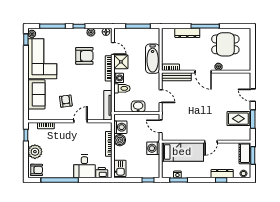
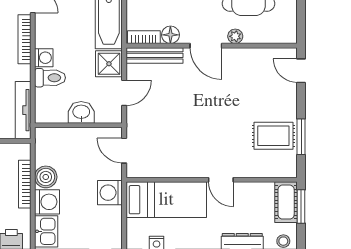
shower: (121, 62) -> (109, 64), moved
floor lamp: (185, 66) -> (170, 35), added
door: (253, 95) -> (301, 71), moved
door: (161, 96) -> (124, 93), hinge flipped
washing machine: (120, 127) -> (47, 202), moved
door: (211, 142) -> (221, 180), hinge flipped

